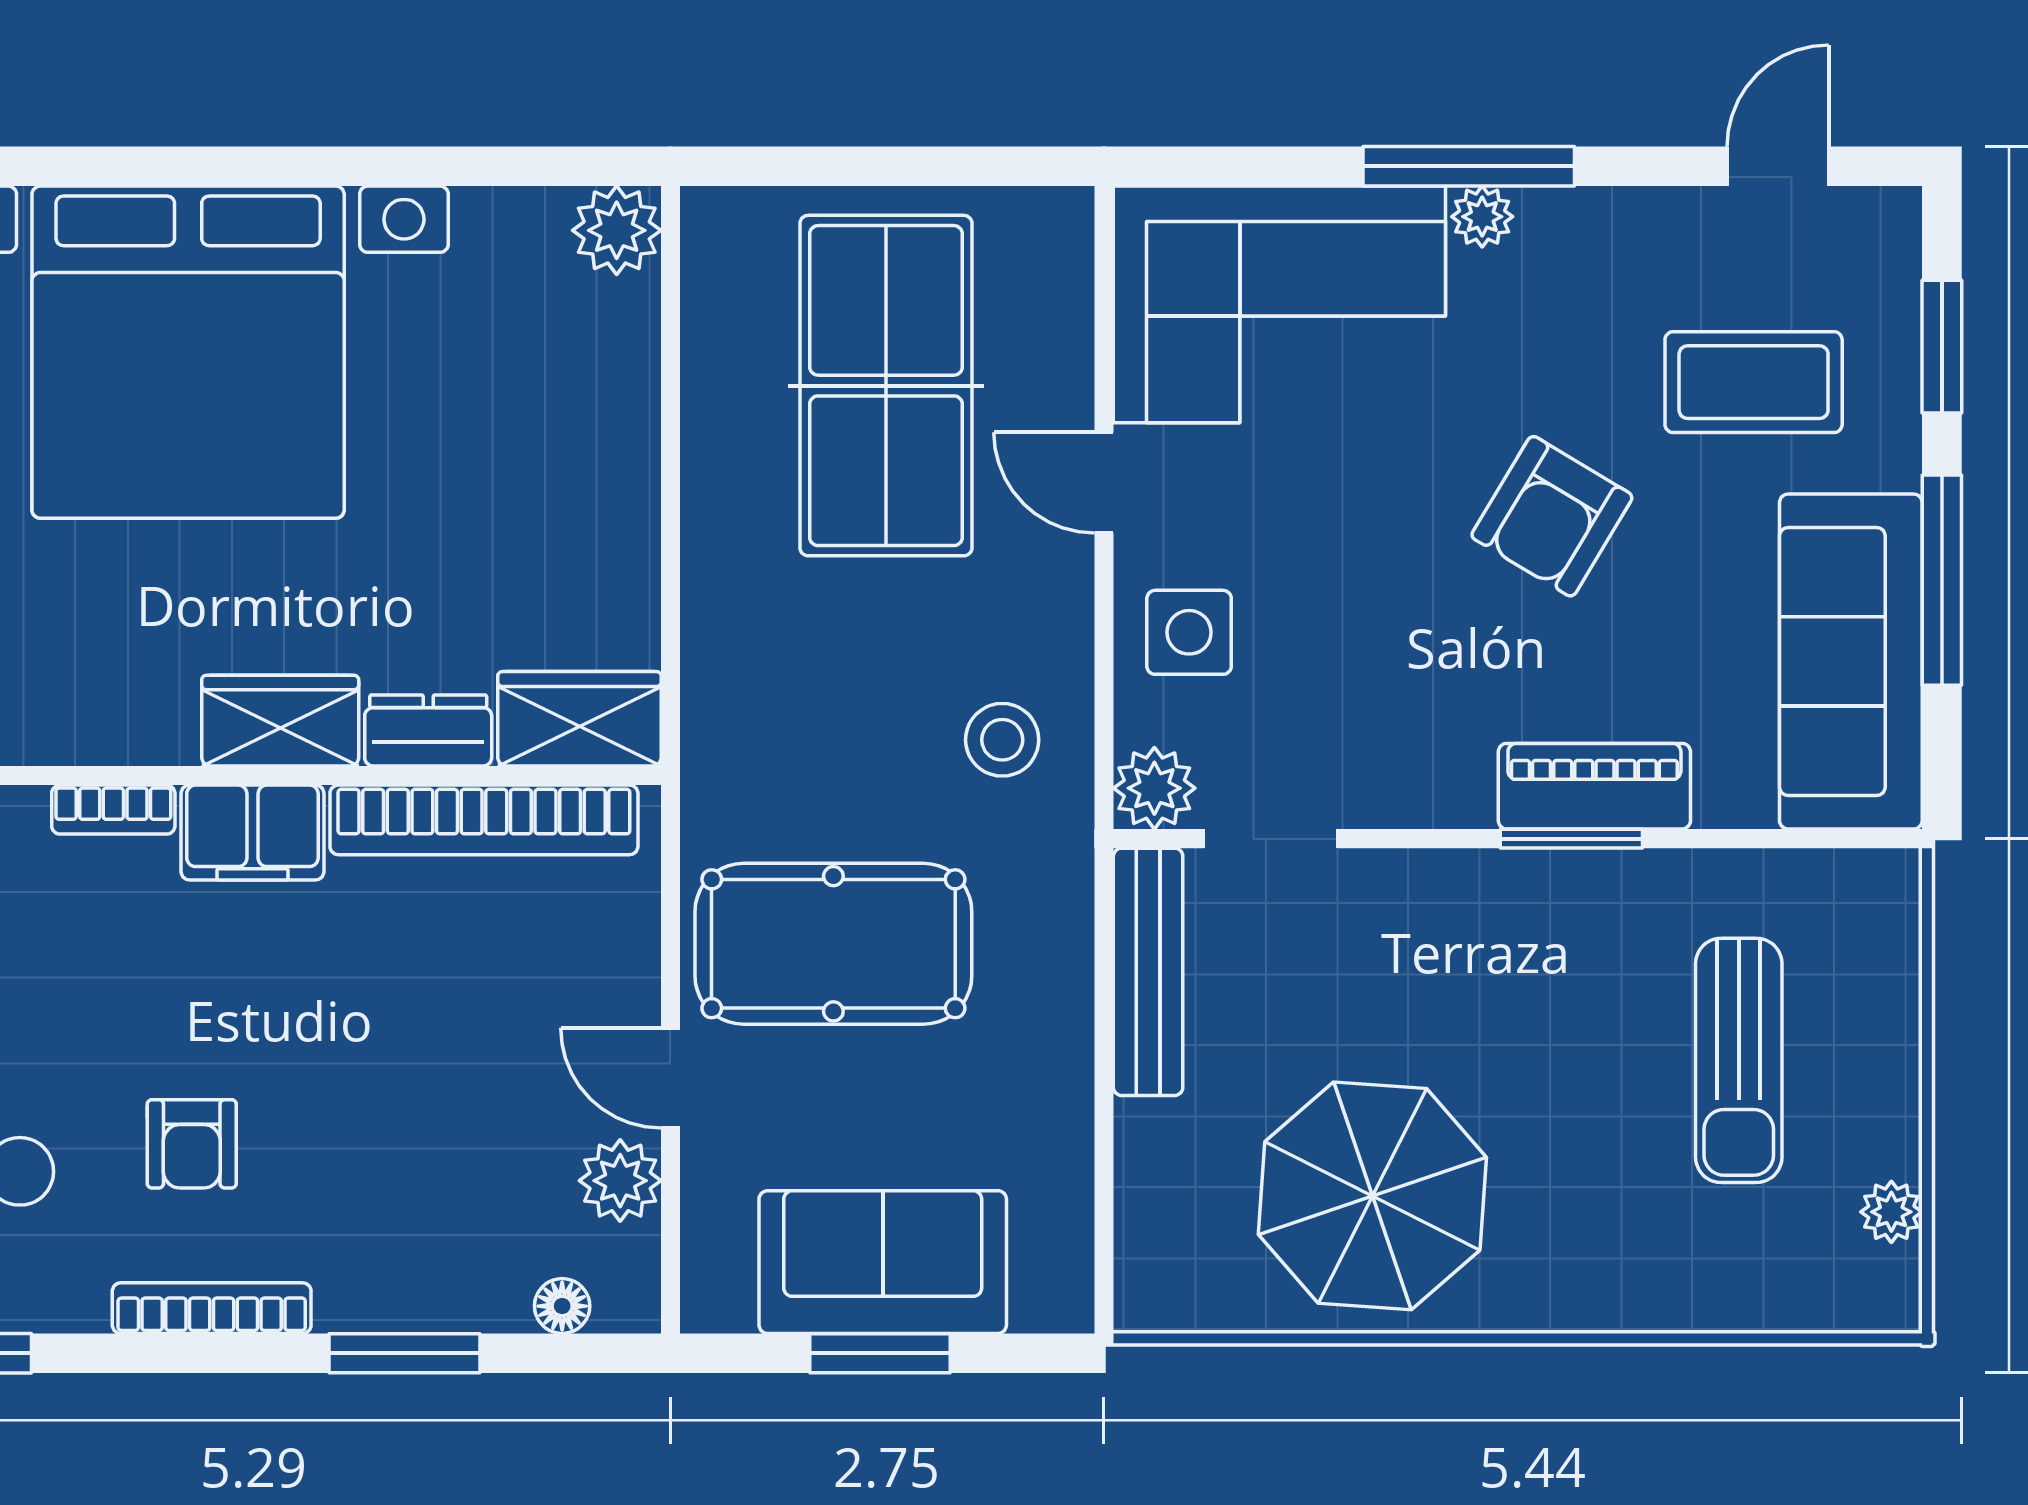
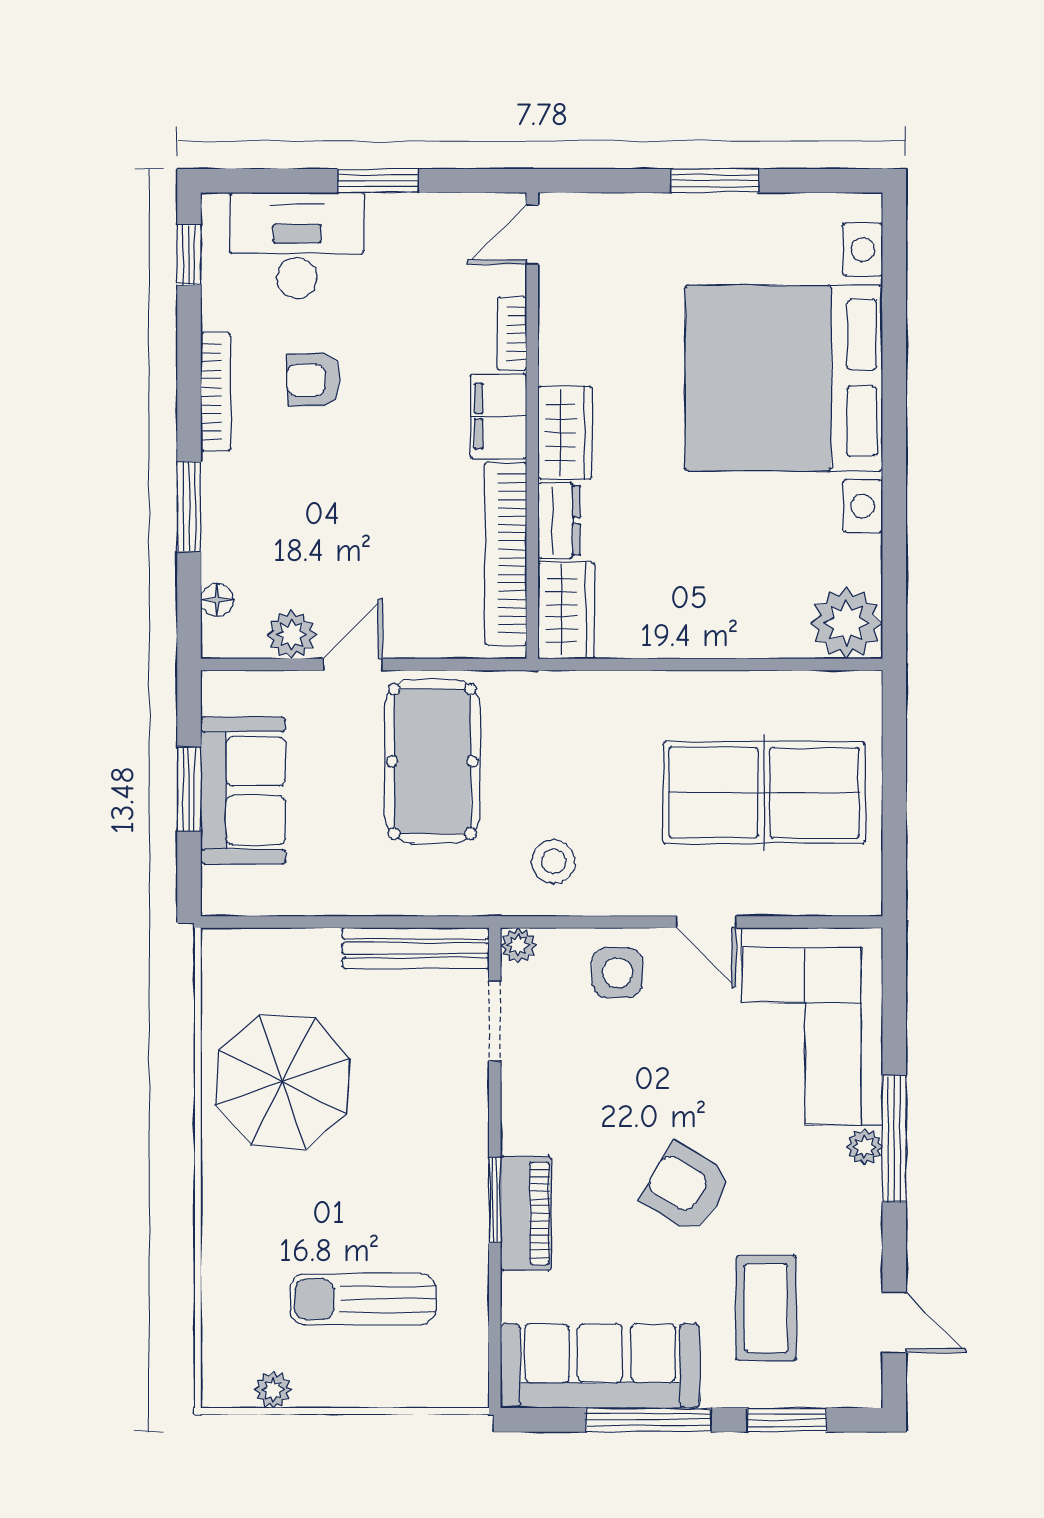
plant: (617, 230) -> (847, 623), width x1.36, depth x1.36
door: (1104, 483) -> (706, 922), swing flipped
plant: (1154, 788) -> (518, 945), width x0.73, depth x0.73

